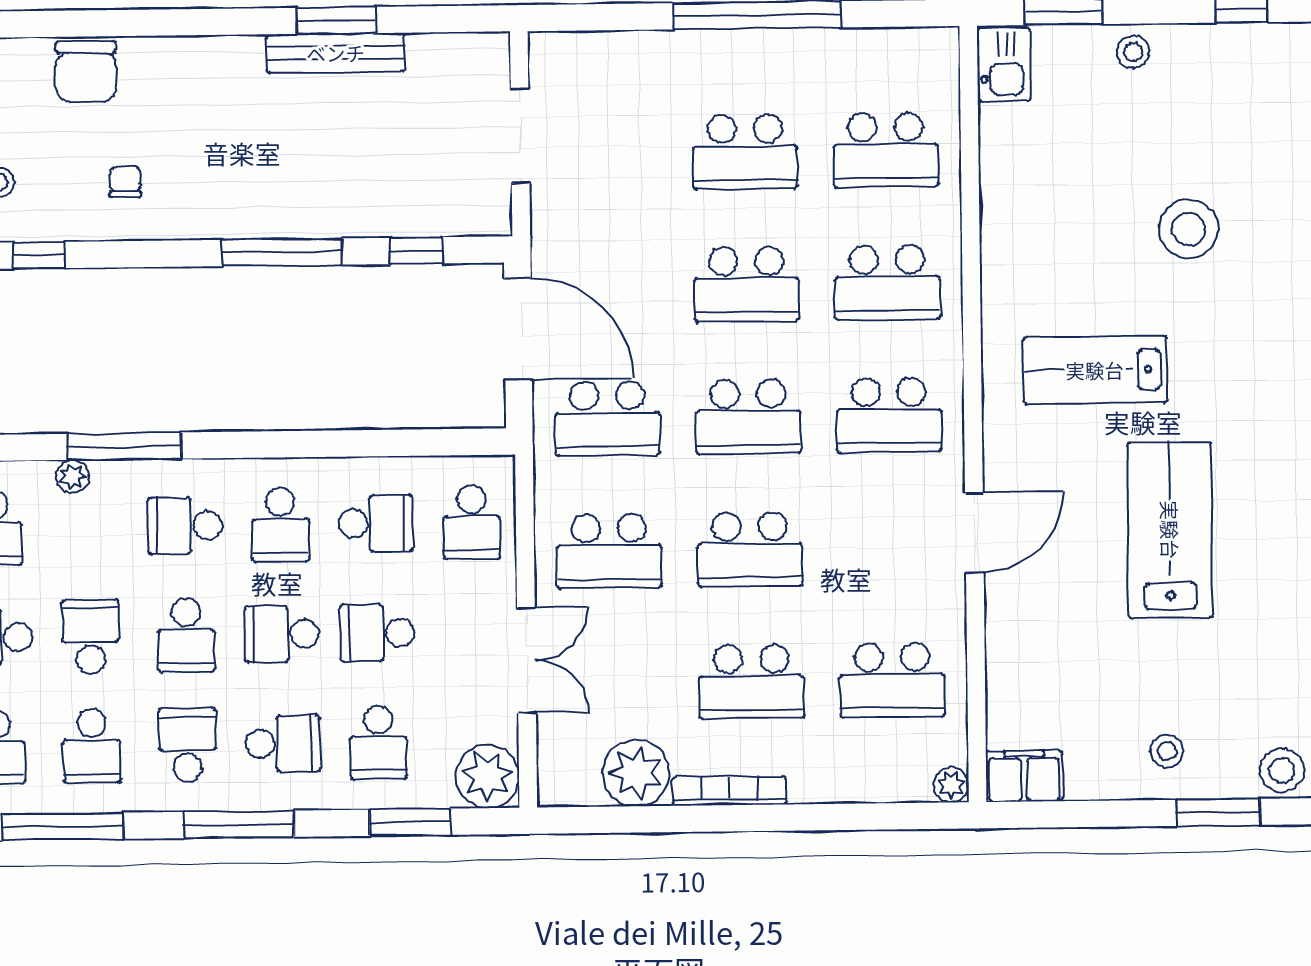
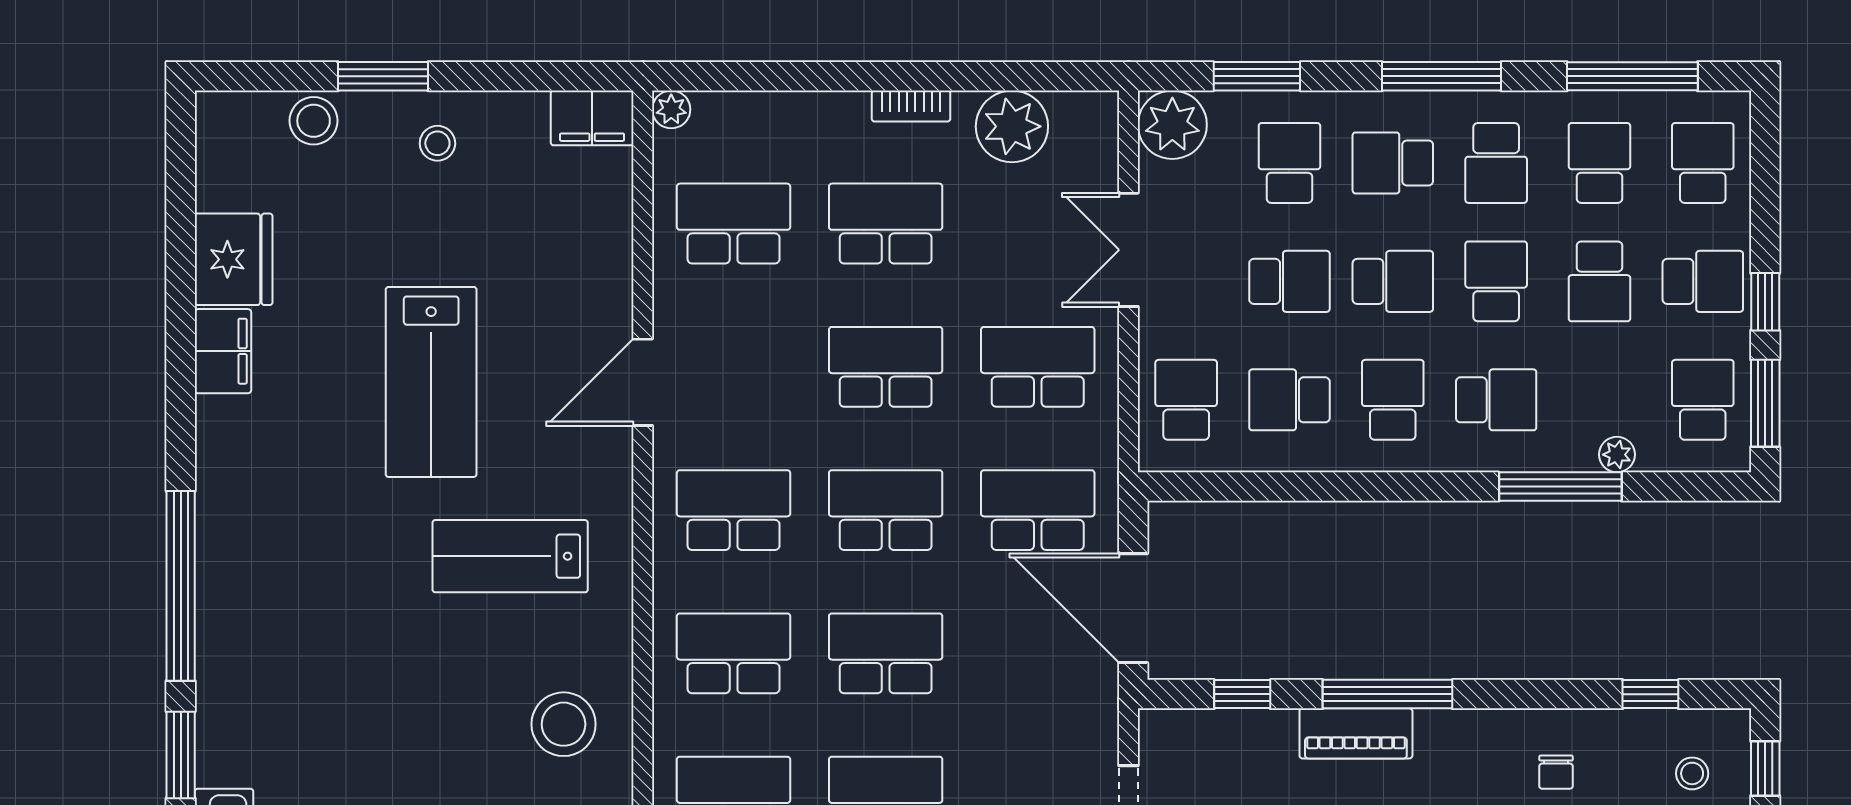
piano: (311, 216) -> (1356, 733), added
stool: (1189, 229) -> (564, 724), moved
lab bench: (1095, 370) -> (510, 556), turned 180
bookcase: (729, 791) -> (911, 106), width x0.64

